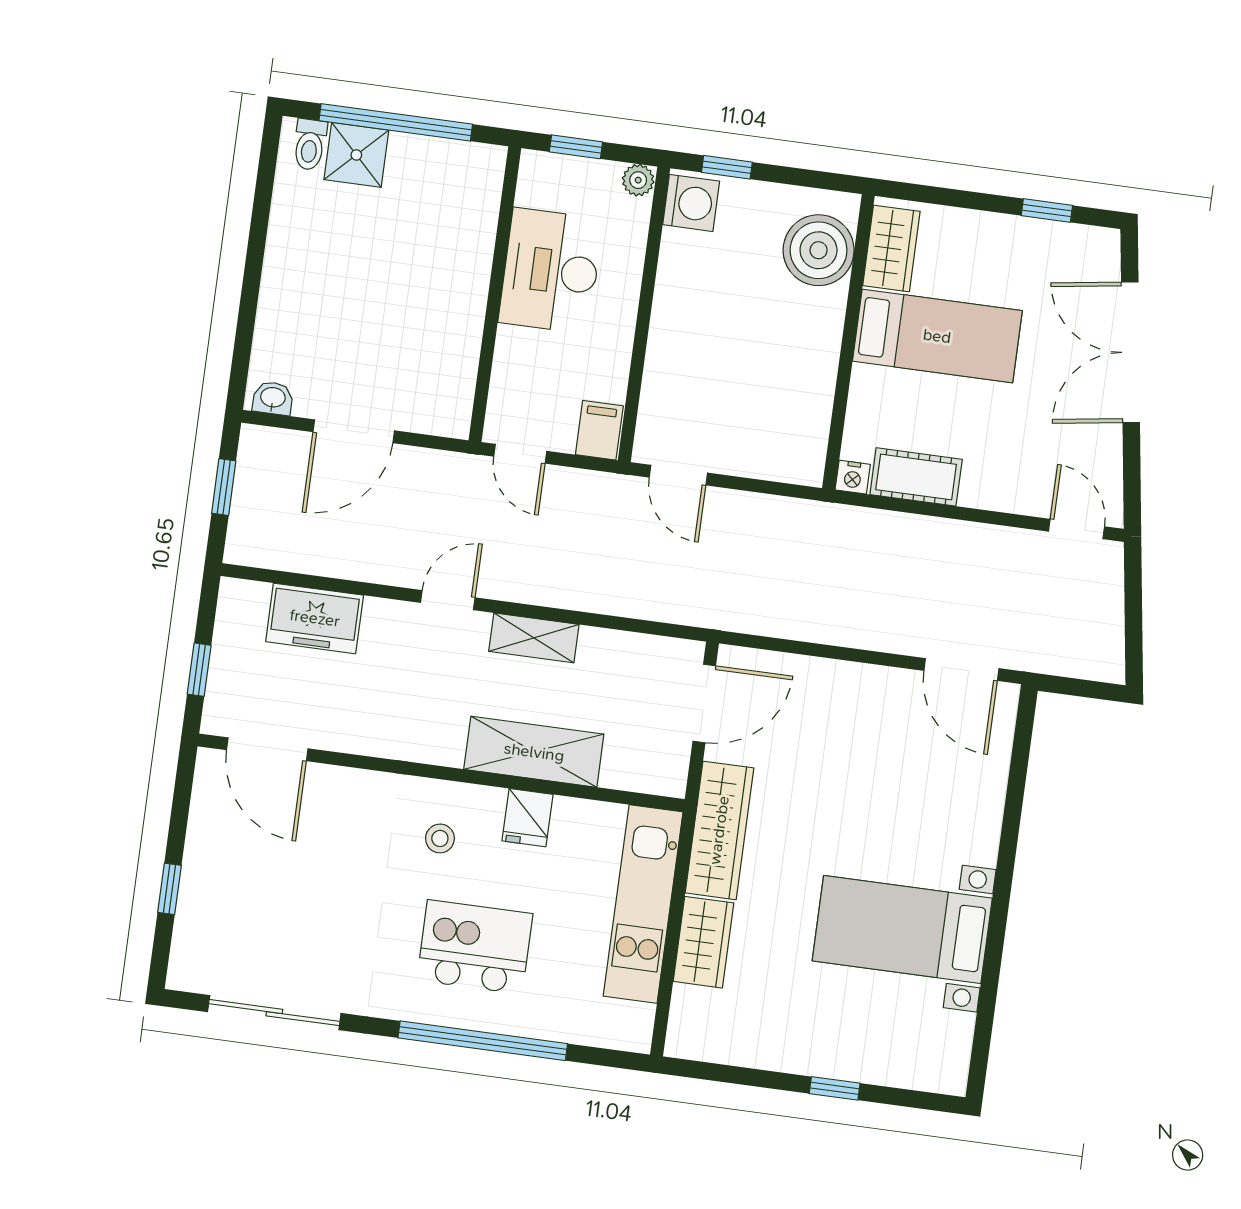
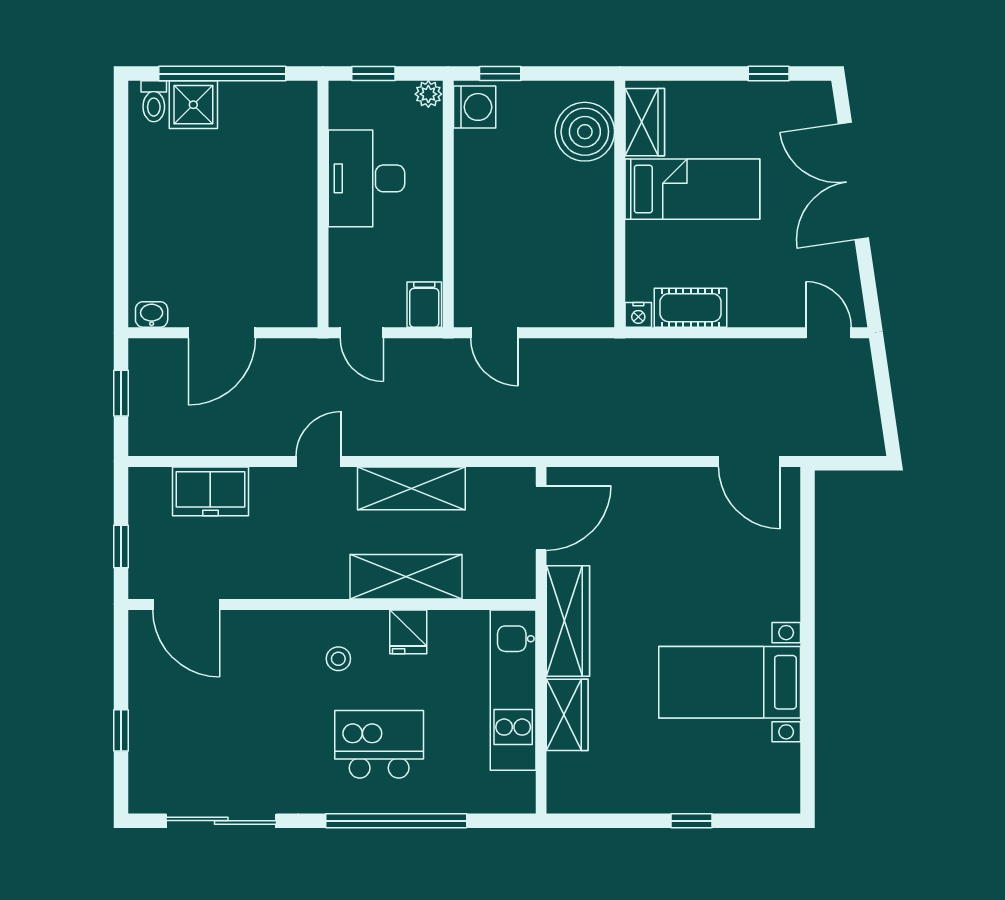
shelving: (534, 638) -> (411, 488), width x1.50, depth x1.33

